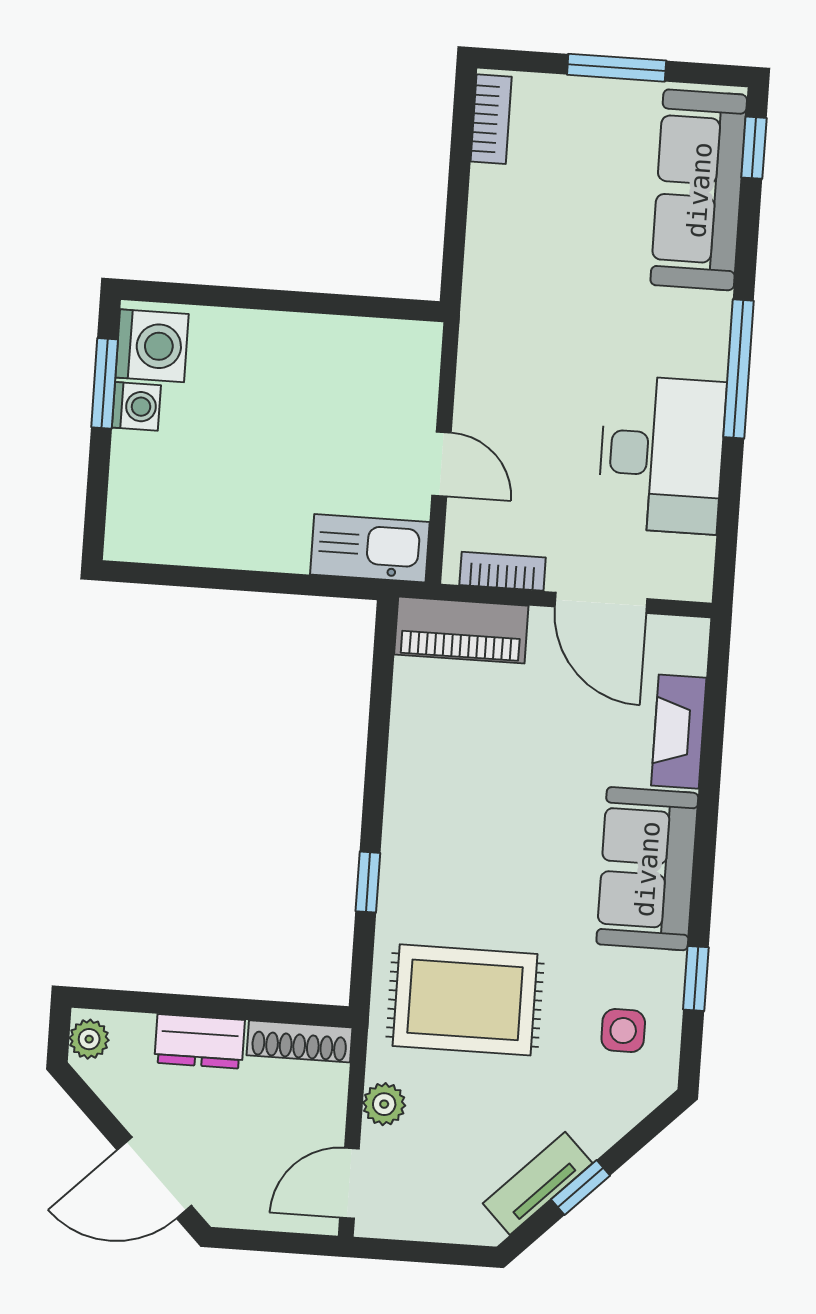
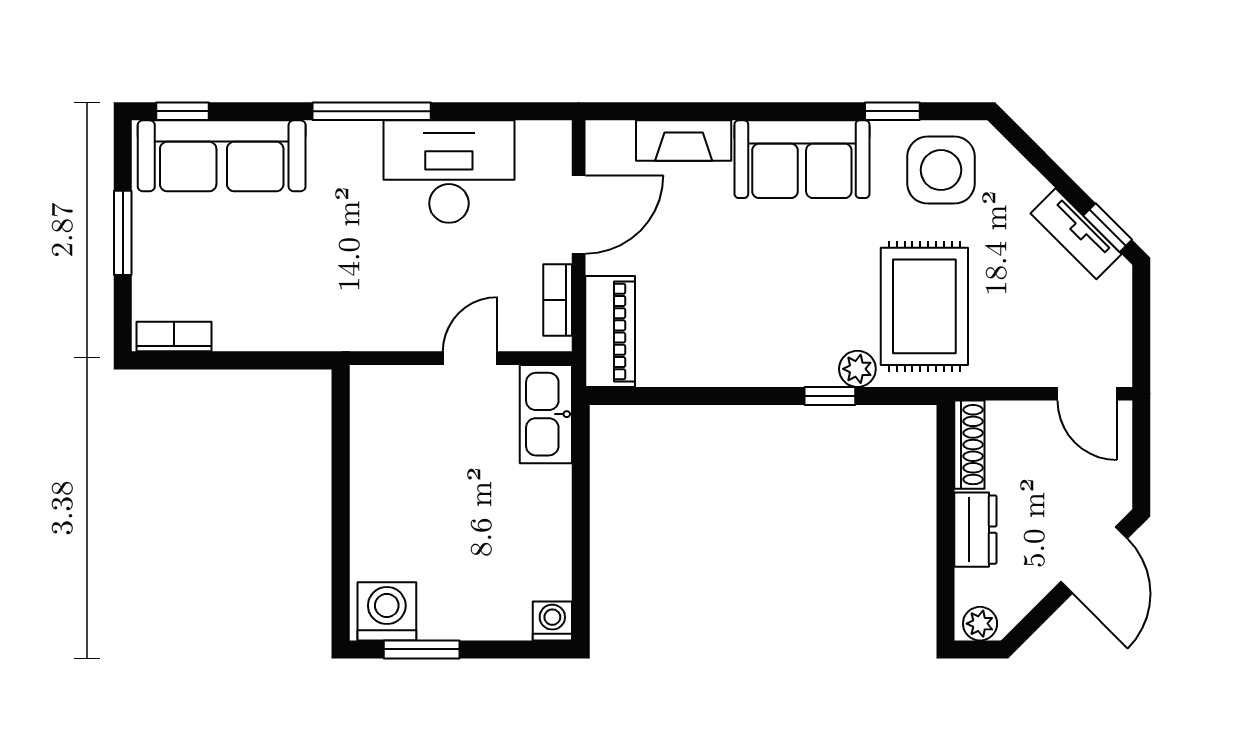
washing machine: (136, 406) -> (552, 621), moved
side table: (623, 1031) -> (941, 170), width x1.87, depth x1.87
plant: (384, 1104) -> (857, 369), moved
window: (581, 1187) -> (1108, 228), moved

